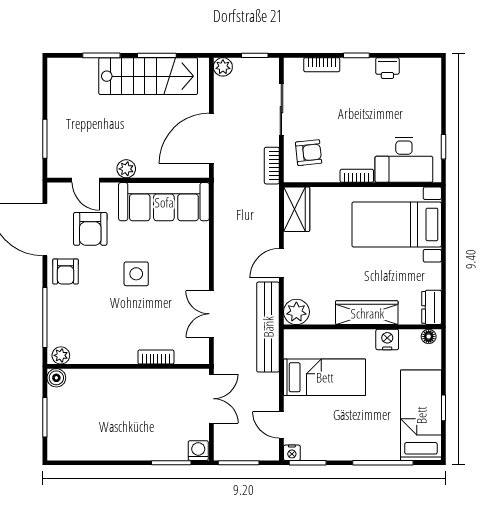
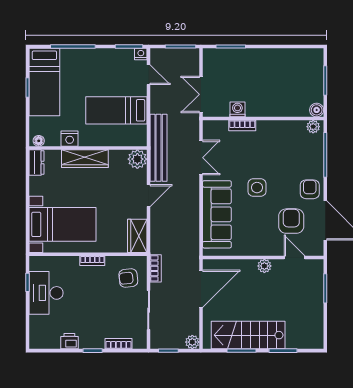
desk: (404, 160) -> (46, 293), moved, turned -90
sofa: (164, 202) -> (217, 214), moved, turned 90
washing machine: (198, 451) -> (237, 109), moved, turned 180

